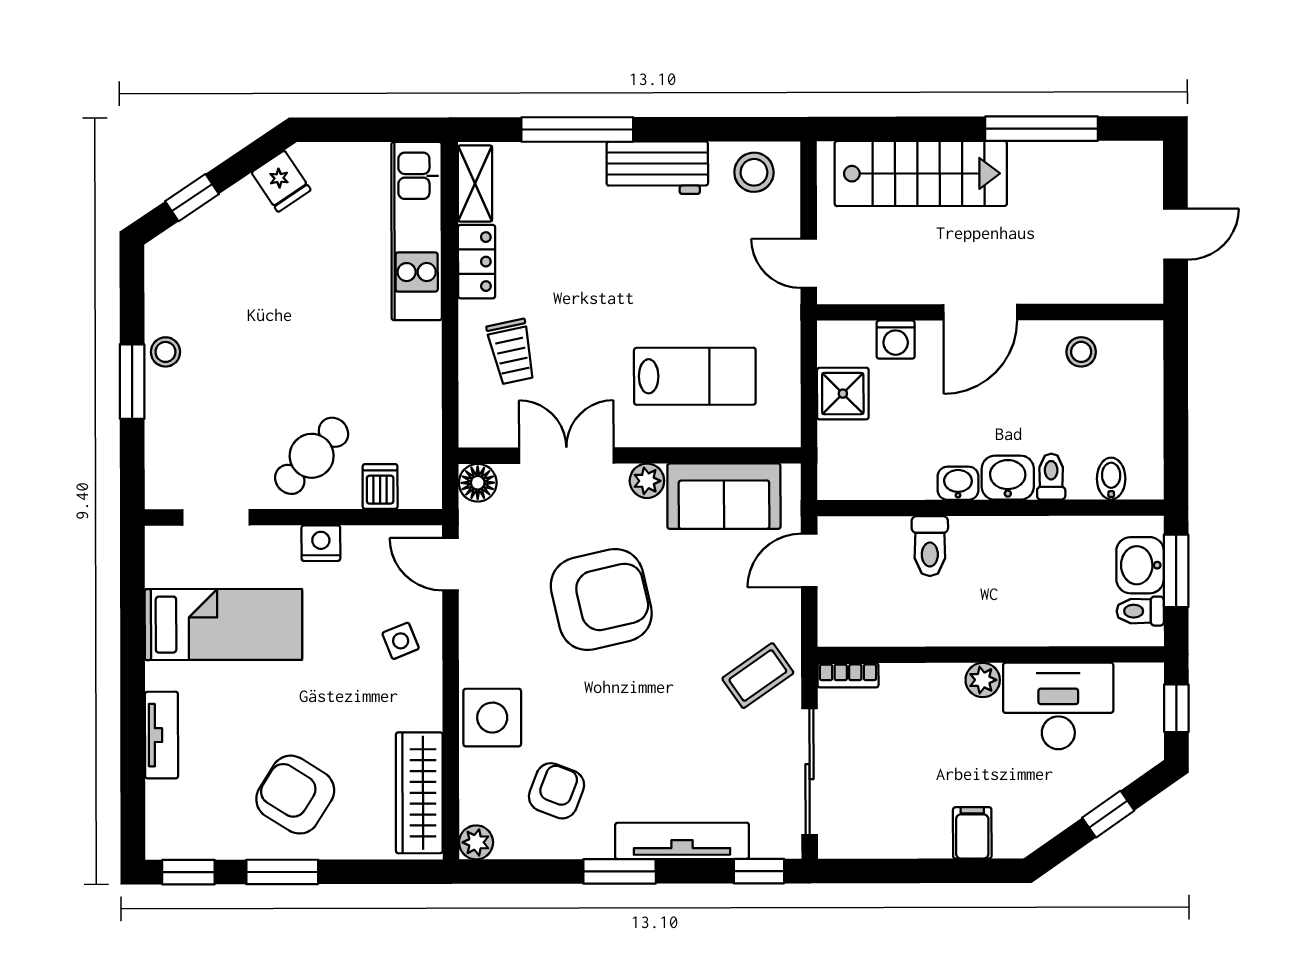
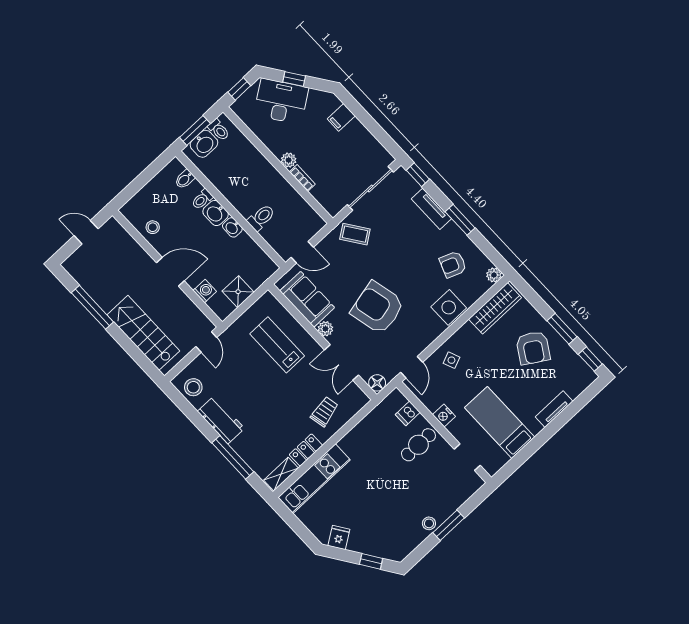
cafe table: (312, 456) -> (418, 445), turned -43
bookcase: (848, 675) -> (302, 178), moved
desk: (1058, 706) -> (281, 101), moved, turned 145
tv unit: (682, 841) -> (431, 209), width x0.71

